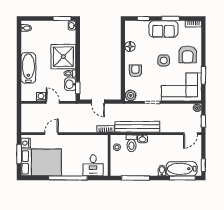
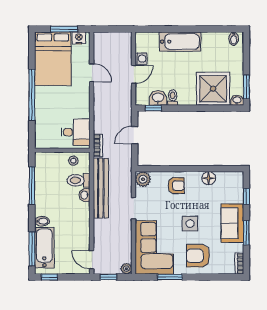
shower: (63, 57) -> (213, 89), moved
desk: (93, 165) -> (76, 132), moved, turned 180

